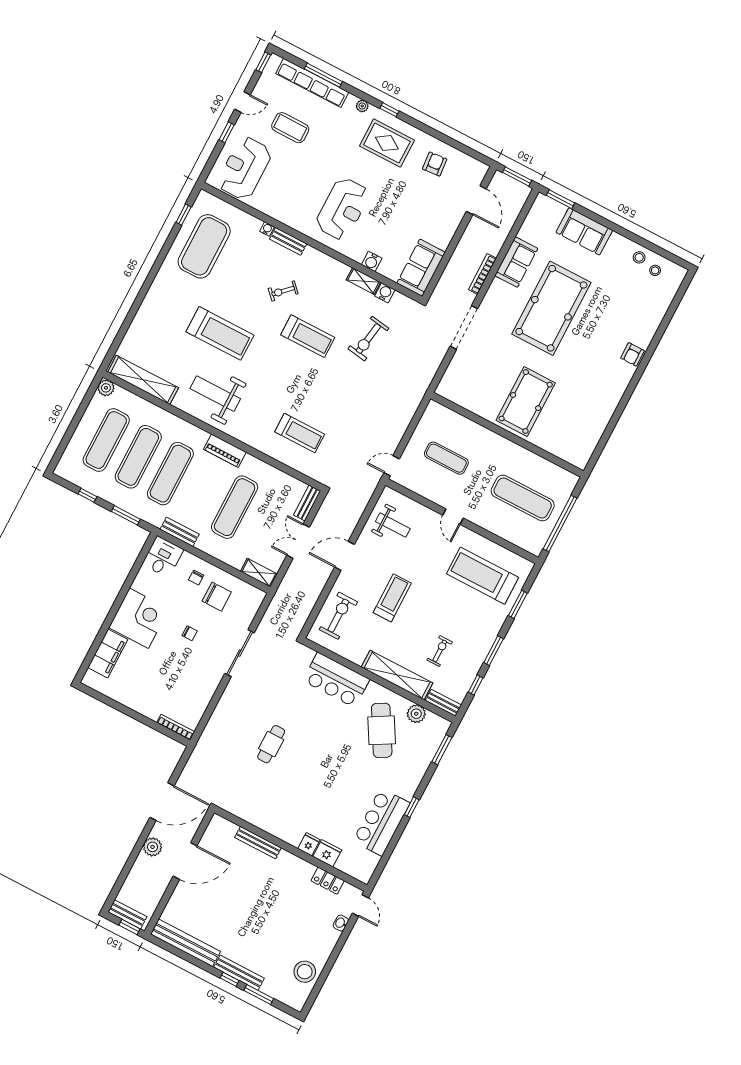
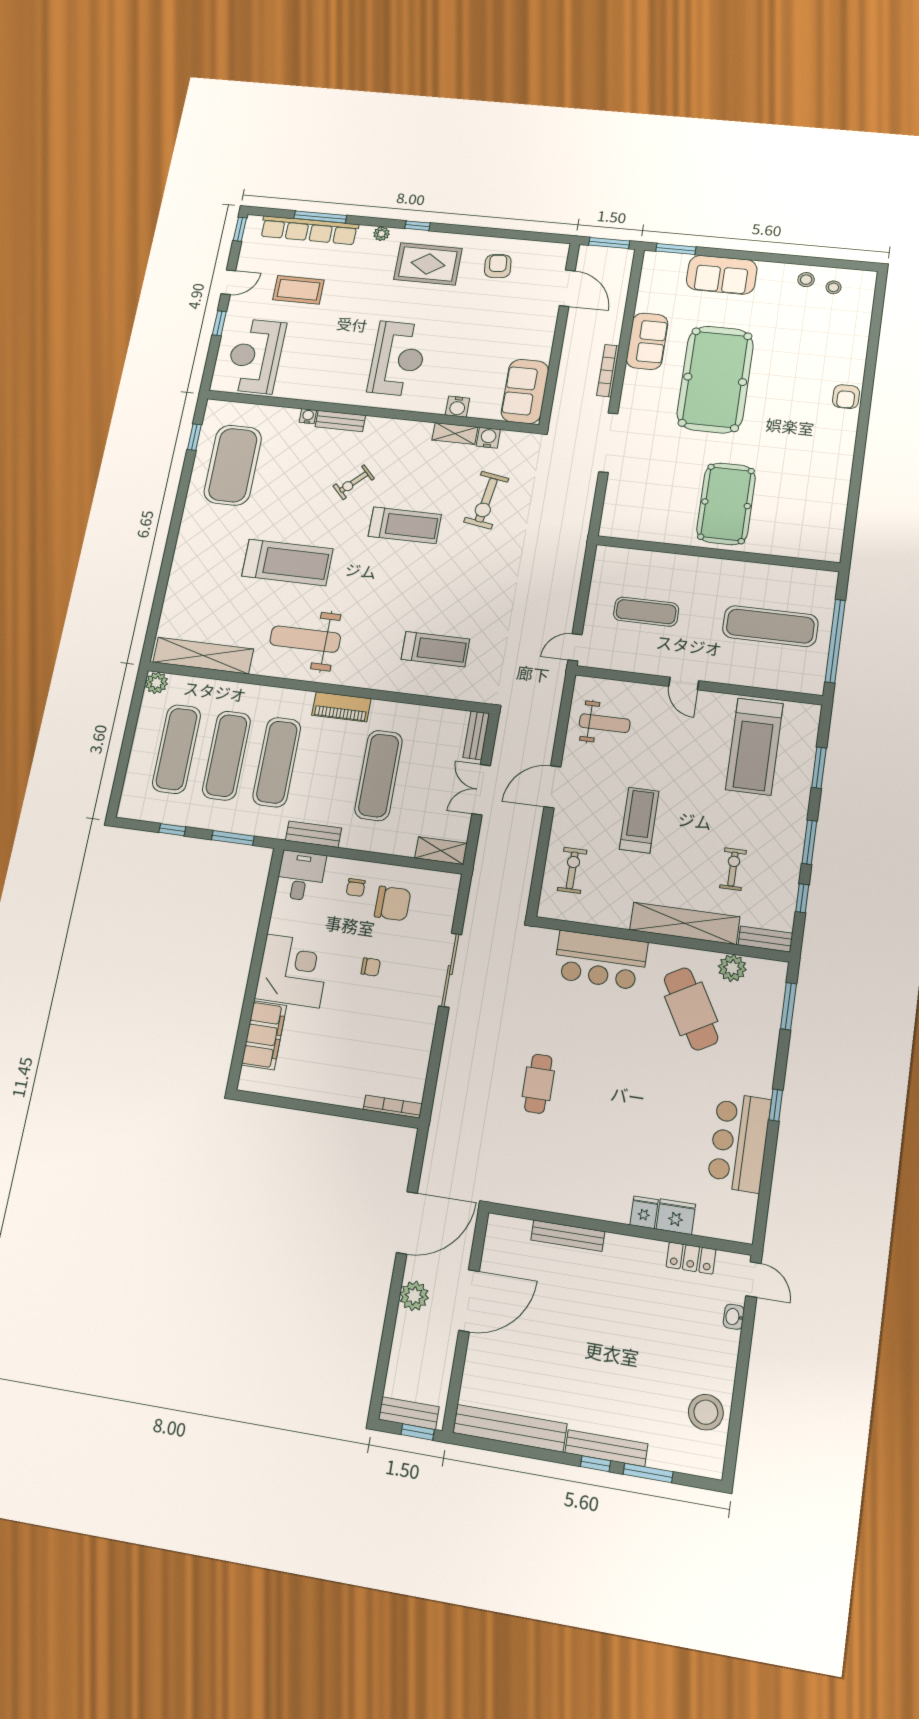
treadmill: (482, 576) -> (754, 747), turned -90
exercise bike: (338, 616) -> (572, 870), width x0.73, depth x0.72

